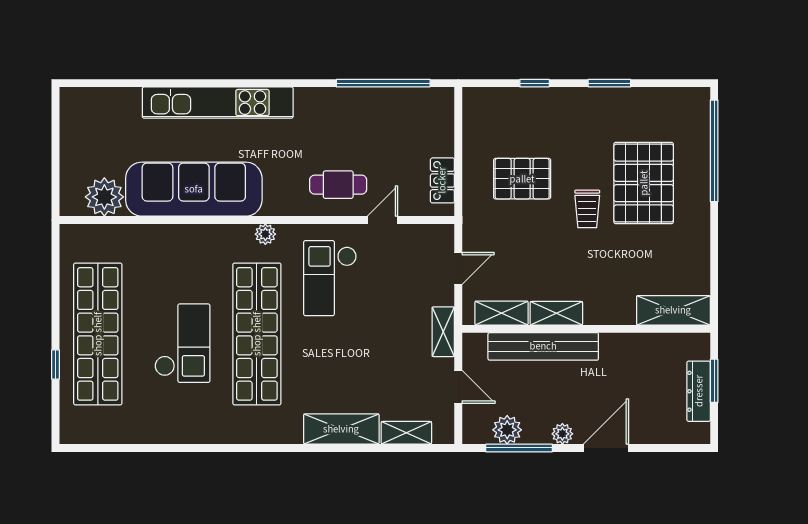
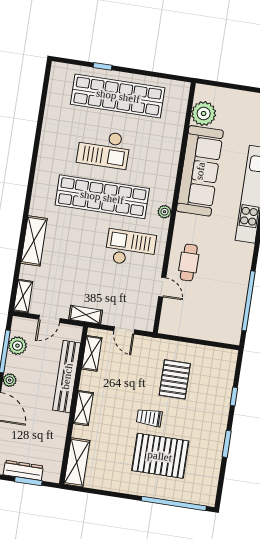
locker: (442, 180) -> (181, 329), removed
shelving: (556, 313) -> (83, 408), moved
shelving: (406, 433) -> (23, 296), moved

